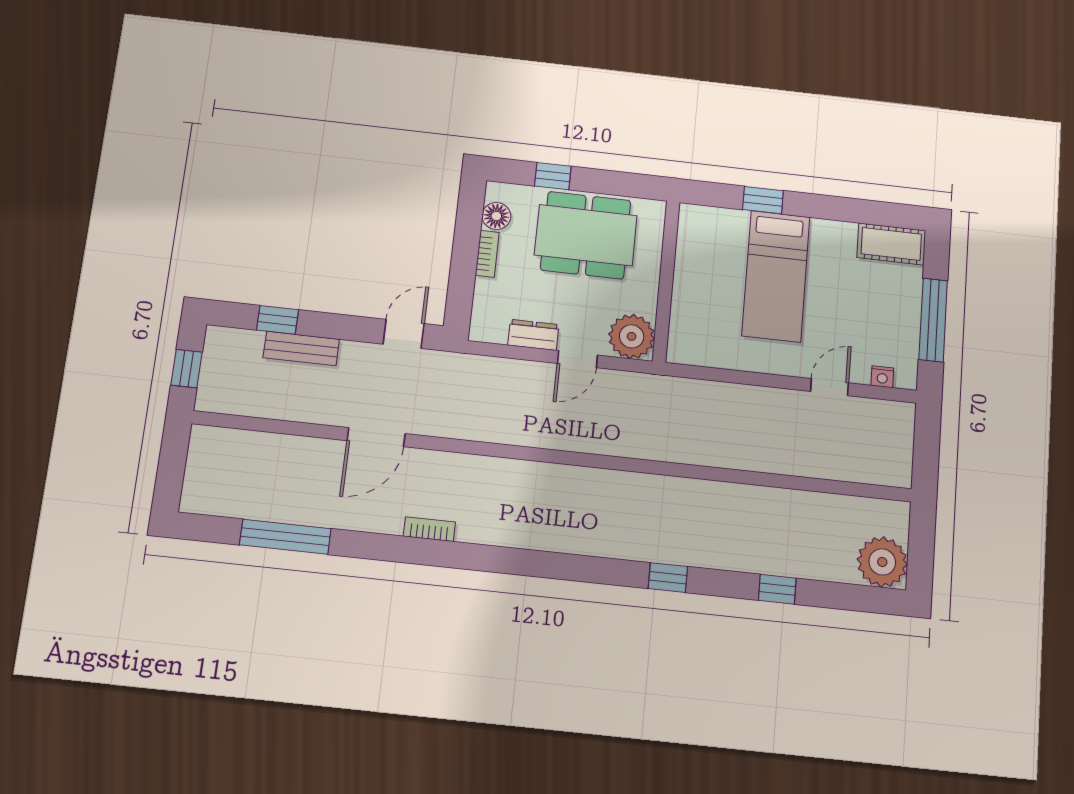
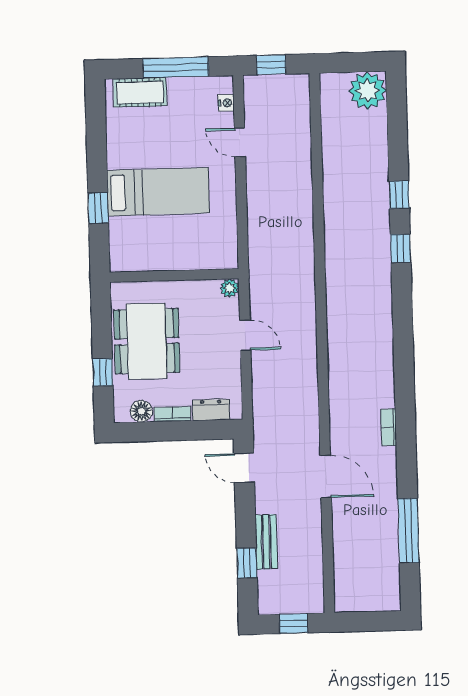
cot: (891, 244) -> (140, 92), moved, turned 90
dresser: (533, 335) -> (211, 410), moved, turned 90
plant: (632, 336) -> (230, 288), width x0.53, depth x0.53
window: (927, 441) -> (271, 65), added
window: (777, 589) -> (399, 195), moved

